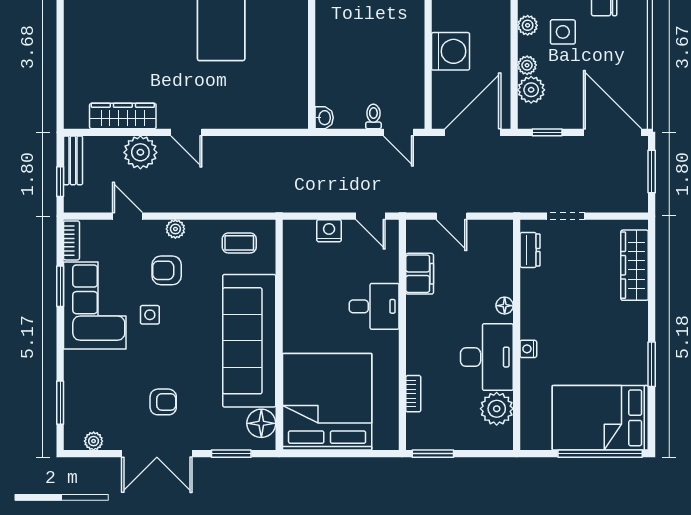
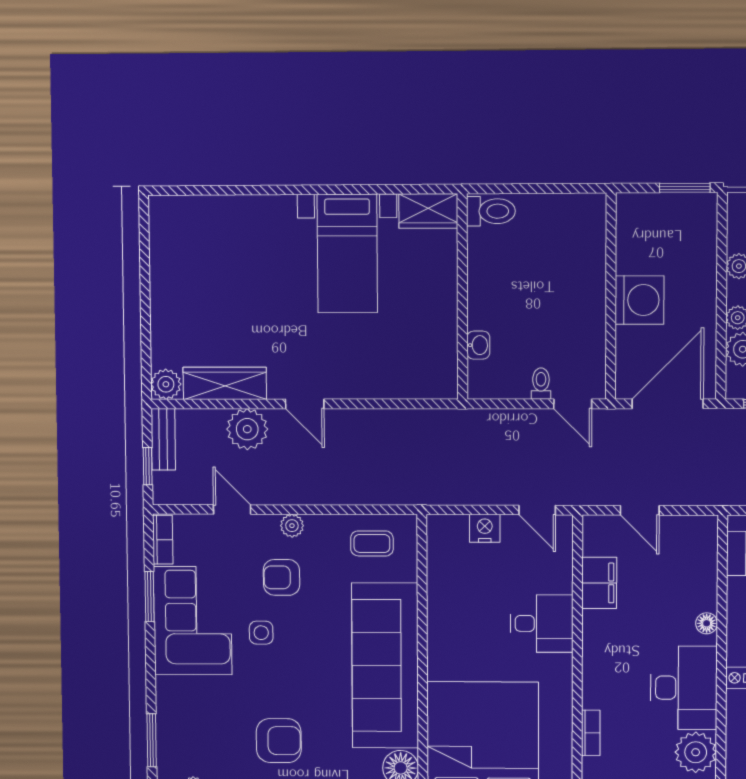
plant: (76, 117) -> (166, 384), added
washbasin: (324, 118) -> (478, 345), moved
armchair: (163, 402) -> (279, 741), width x1.38, depth x1.38

